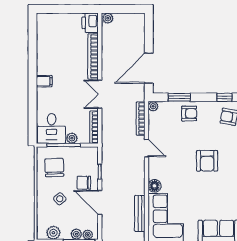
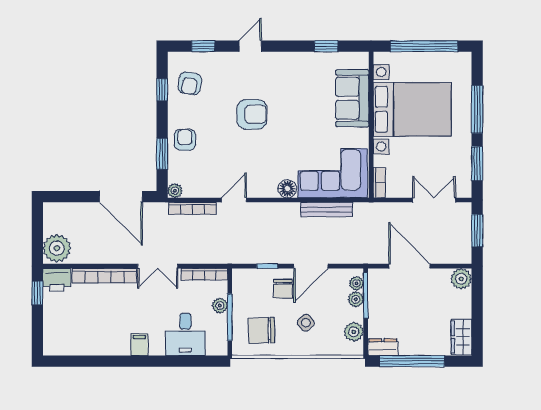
window: (81, 9) -> (37, 293), added
plant: (108, 18) -> (57, 248), width x1.88, depth x1.88
desk: (52, 128) -> (185, 334), moved, turned 90

